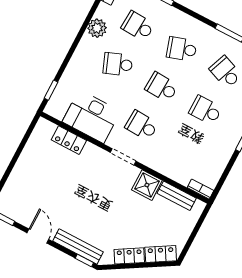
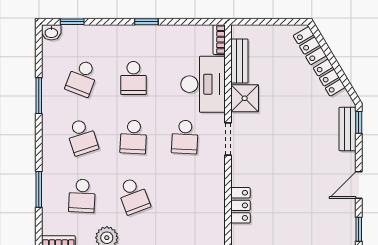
desk: (91, 116) -> (203, 84), moved
bench: (78, 246) -> (348, 129), width x0.73

